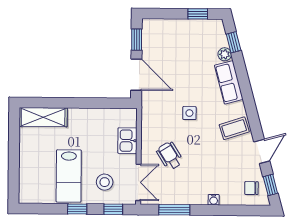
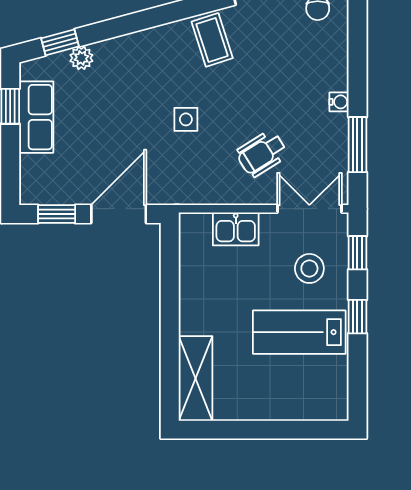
row of seats: (229, 82) -> (36, 117), moved, turned -75
lab bench: (69, 176) -> (299, 332), turned 180
water cooler: (214, 200) -> (339, 102), moved

